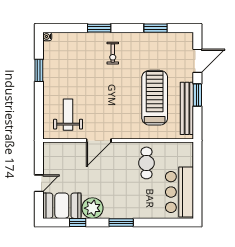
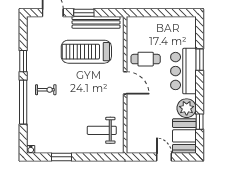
window: (99, 28) -> (23, 102), width x2.11
window: (155, 28) -> (23, 61), moved
door: (99, 140) -> (125, 83), moved
bar counter: (180, 192) -> (183, 71), moved, turned 90
window: (121, 222) -> (200, 60), moved

